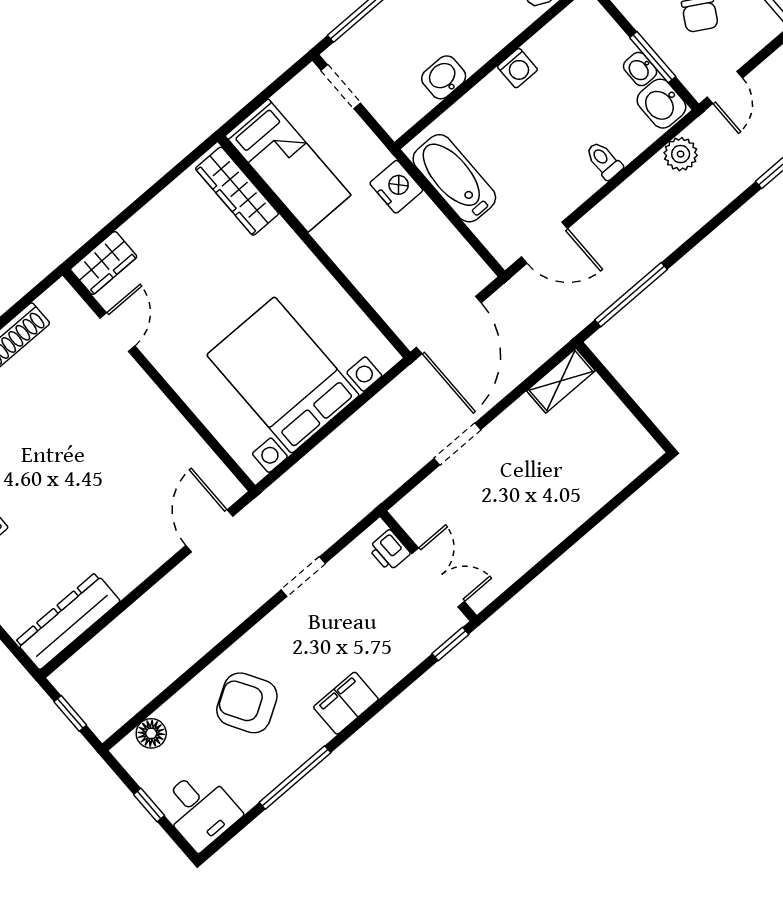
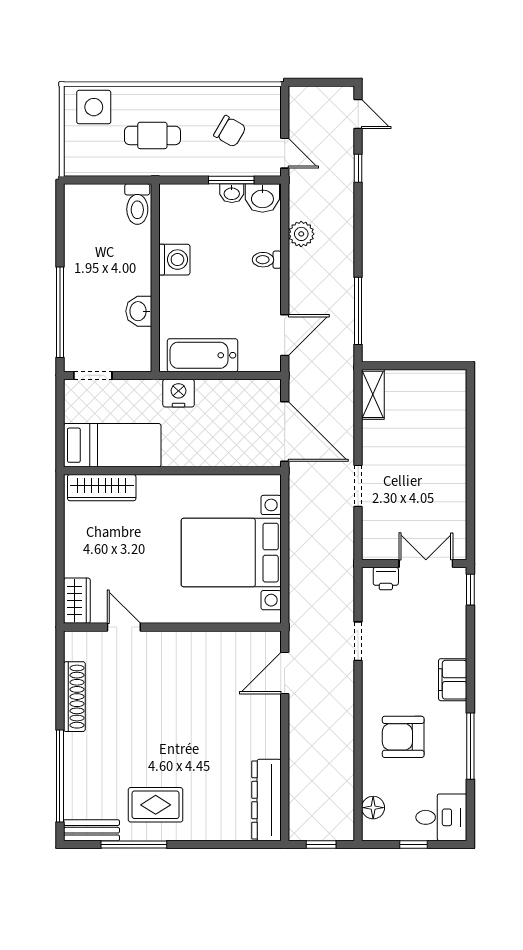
washing machine: (517, 68) -> (174, 260), width x1.38, depth x1.38
plant: (681, 154) -> (301, 234), moved
door: (209, 531) -> (285, 673), hinge flipped
armchair: (247, 703) -> (403, 737), turned 31

